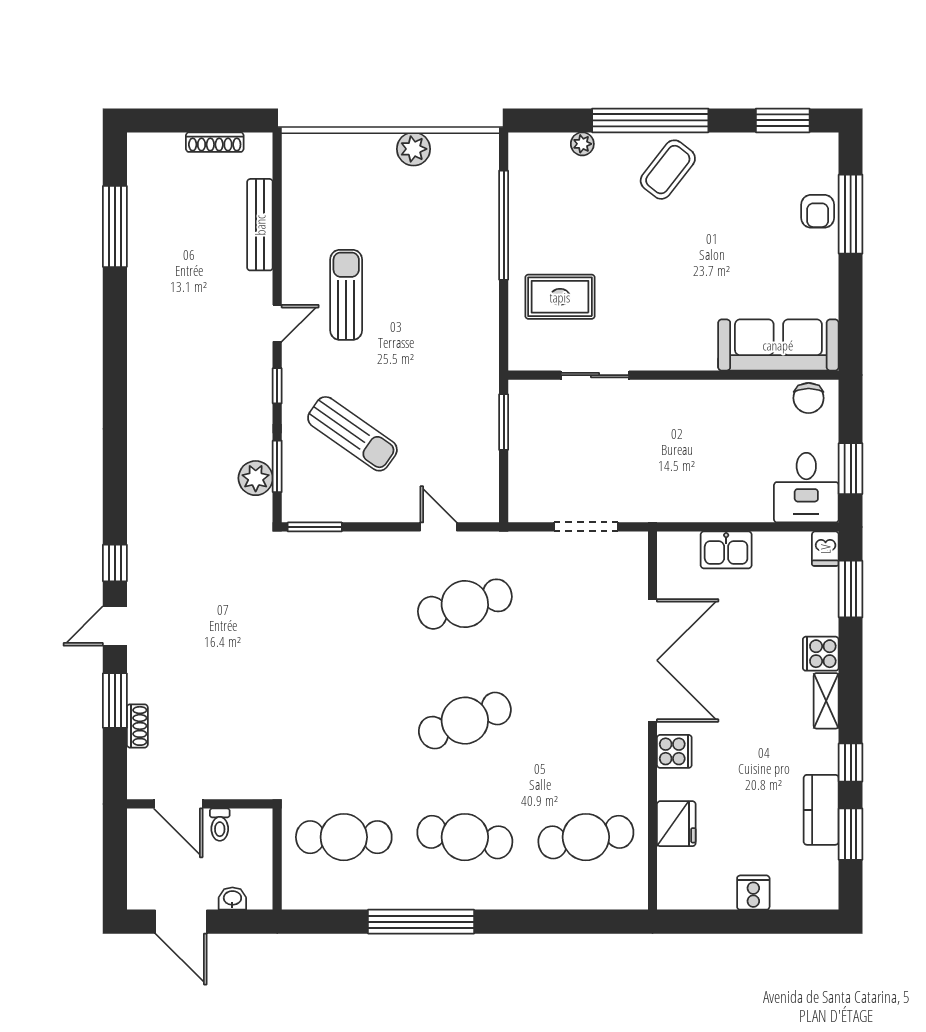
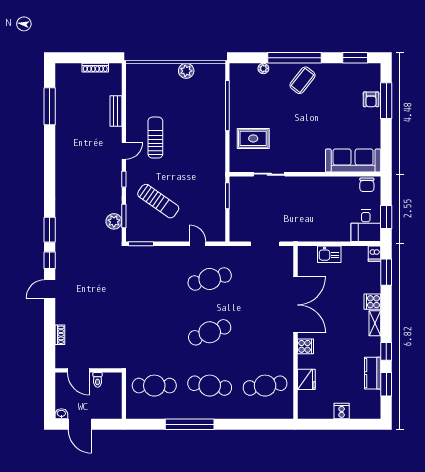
bench: (260, 225) -> (116, 111), width x0.73
window: (115, 701) -> (50, 230), moved
washbasin: (232, 899) -> (61, 414), moved

